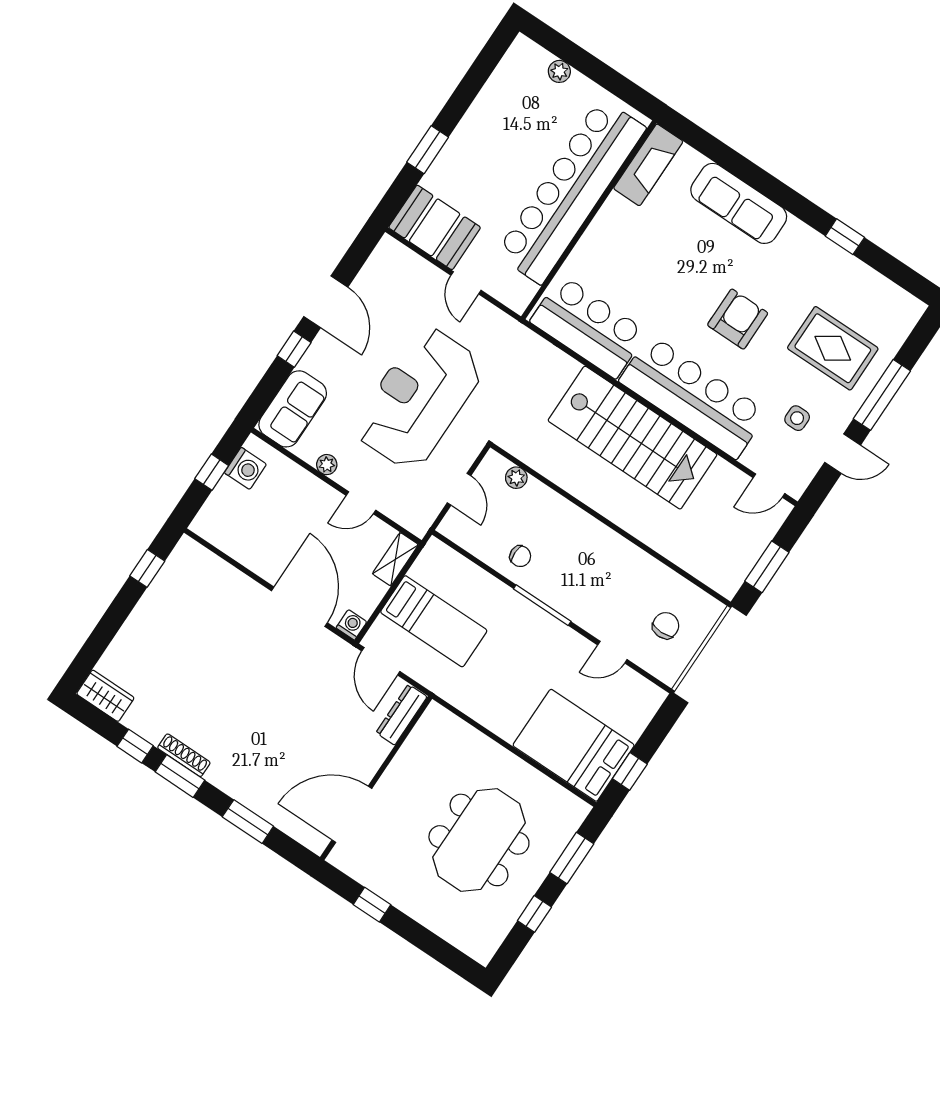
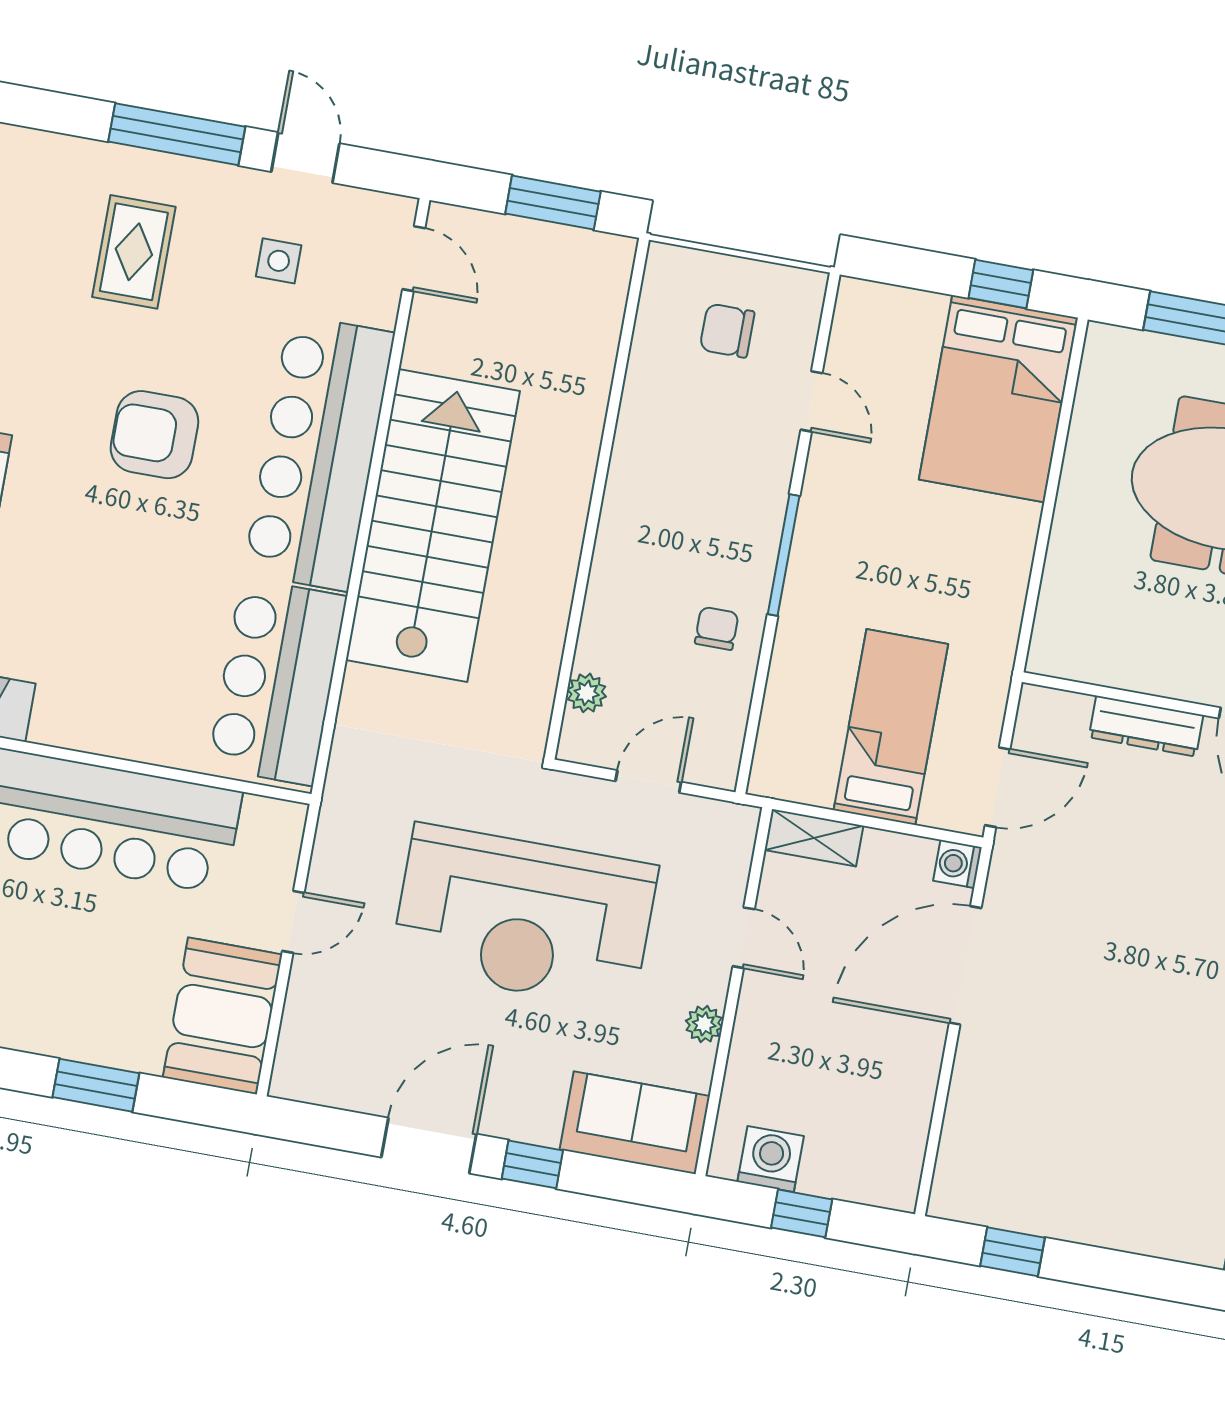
rug: (833, 348) -> (134, 252), width x0.73, depth x0.70
dresser: (402, 715) -> (1146, 726), moved

